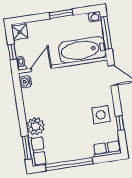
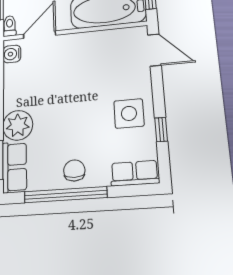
chair: (73, 150) -> (74, 171), added

